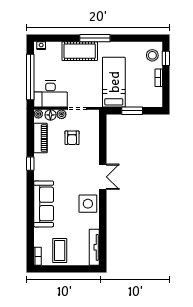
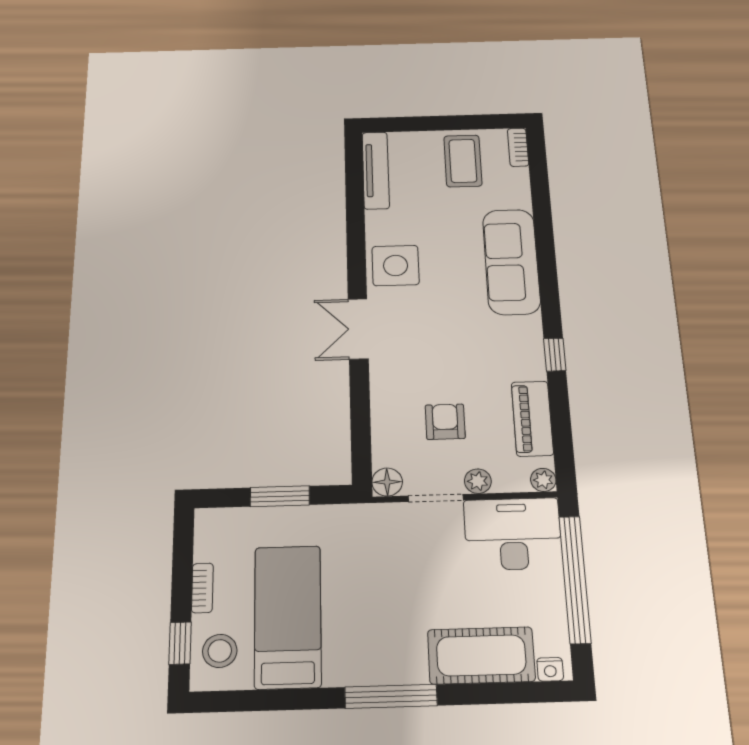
cot: (80, 51) -> (481, 655), moved
bed: (114, 82) -> (288, 616), moved, turned 180
floor lamp: (50, 115) -> (387, 482), moved

